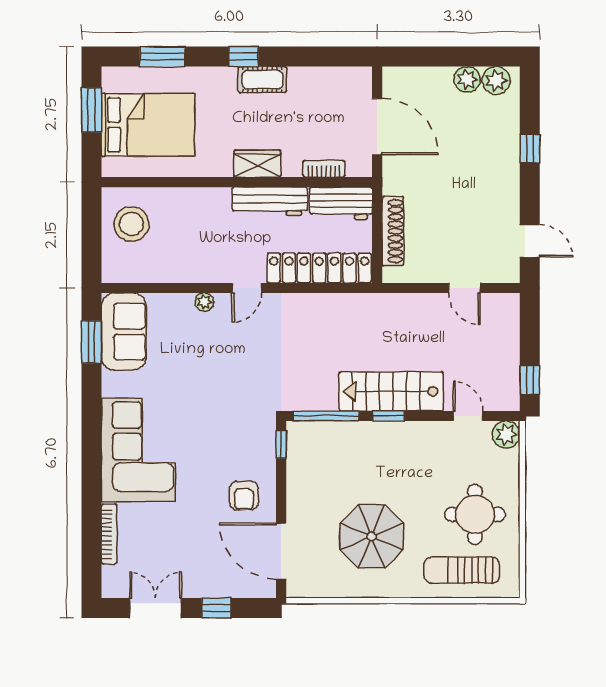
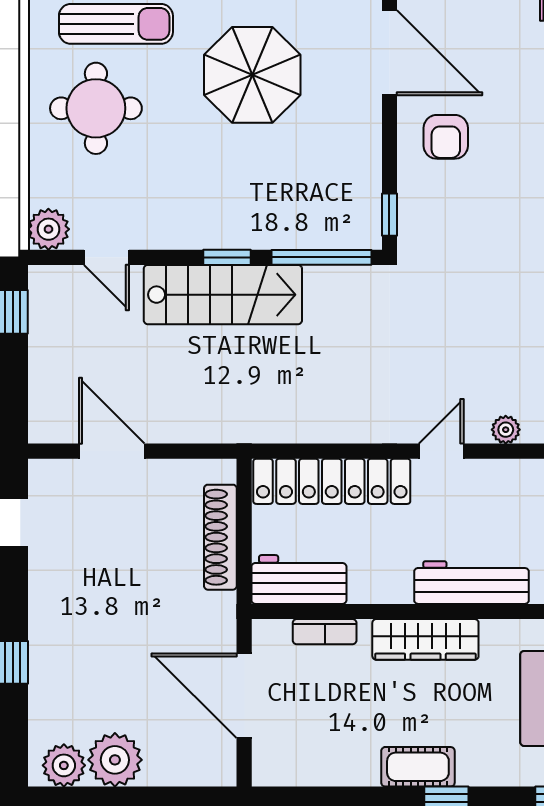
plant: (467, 79) -> (115, 760), width x1.36, depth x1.36
wardrobe: (257, 164) -> (425, 639), width x1.50
workbench: (270, 201) -> (471, 583), moved
door: (464, 288) -> (112, 451), width x1.38
armchair: (244, 495) -> (446, 137), turned 180

